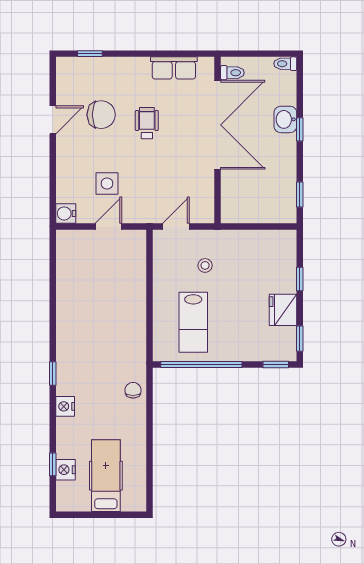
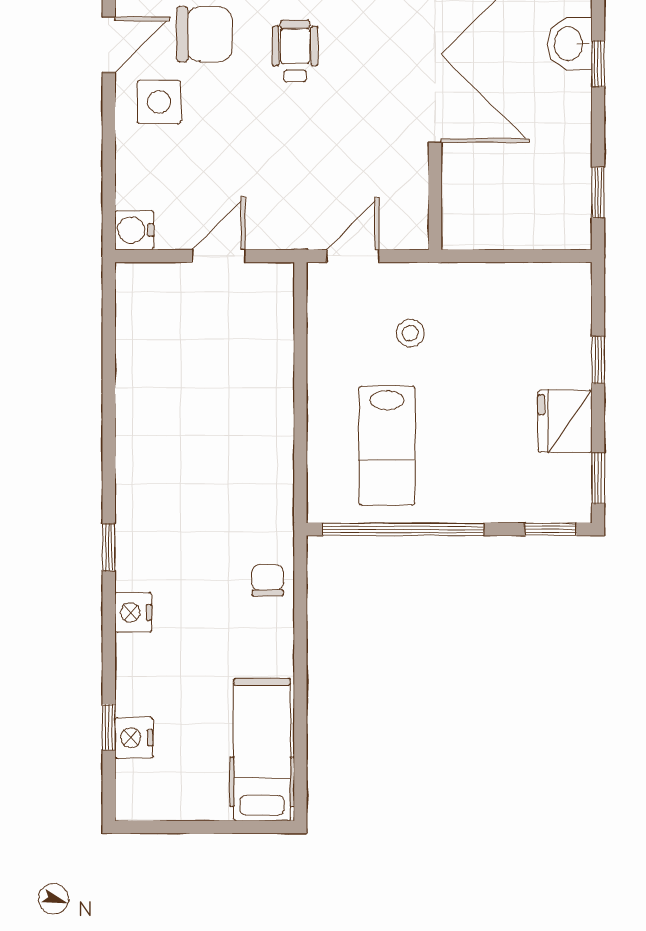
side table: (107, 184) -> (159, 102), moved
hospital bed: (106, 476) -> (262, 750), moved

